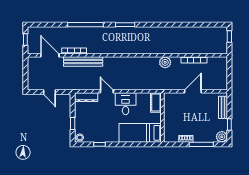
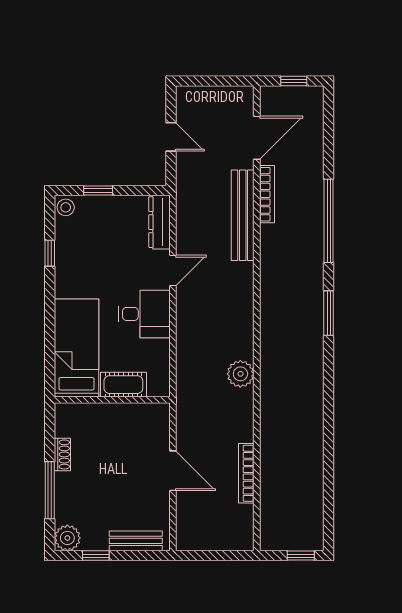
plant: (165, 62) -> (240, 374), moved
door: (49, 92) -> (171, 137), swing flipped
cot: (156, 102) -> (123, 385), moved

